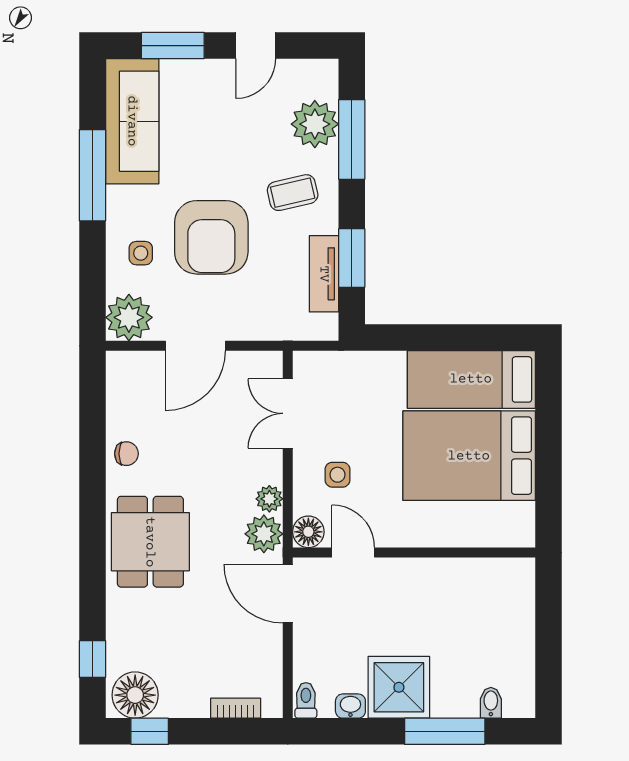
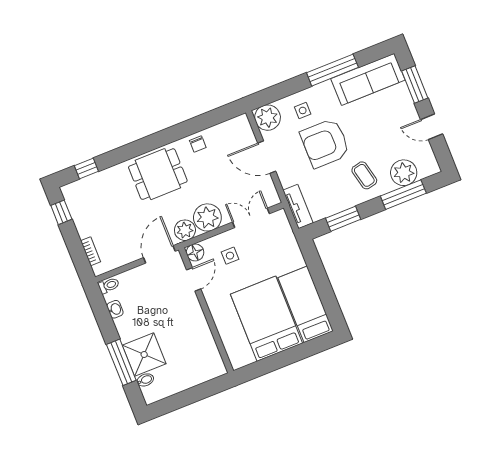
tv unit: (324, 274) -> (298, 206), moved, turned 90
plant: (269, 499) -> (207, 217), width x1.87, depth x1.87
shower: (399, 687) -> (144, 354), moved
floor lamp: (135, 695) -> (77, 198), removed

